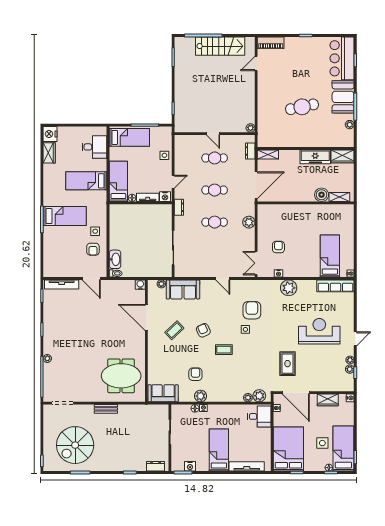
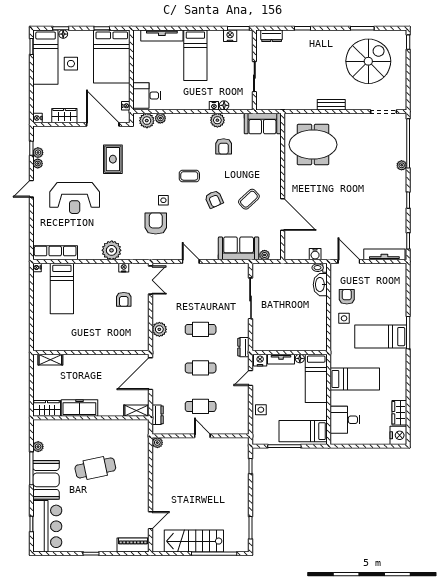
boiler: (322, 195) -> (72, 362), removed
water cooler: (140, 285) -> (315, 254), moved
armchair: (252, 310) -> (156, 223), turned 180

